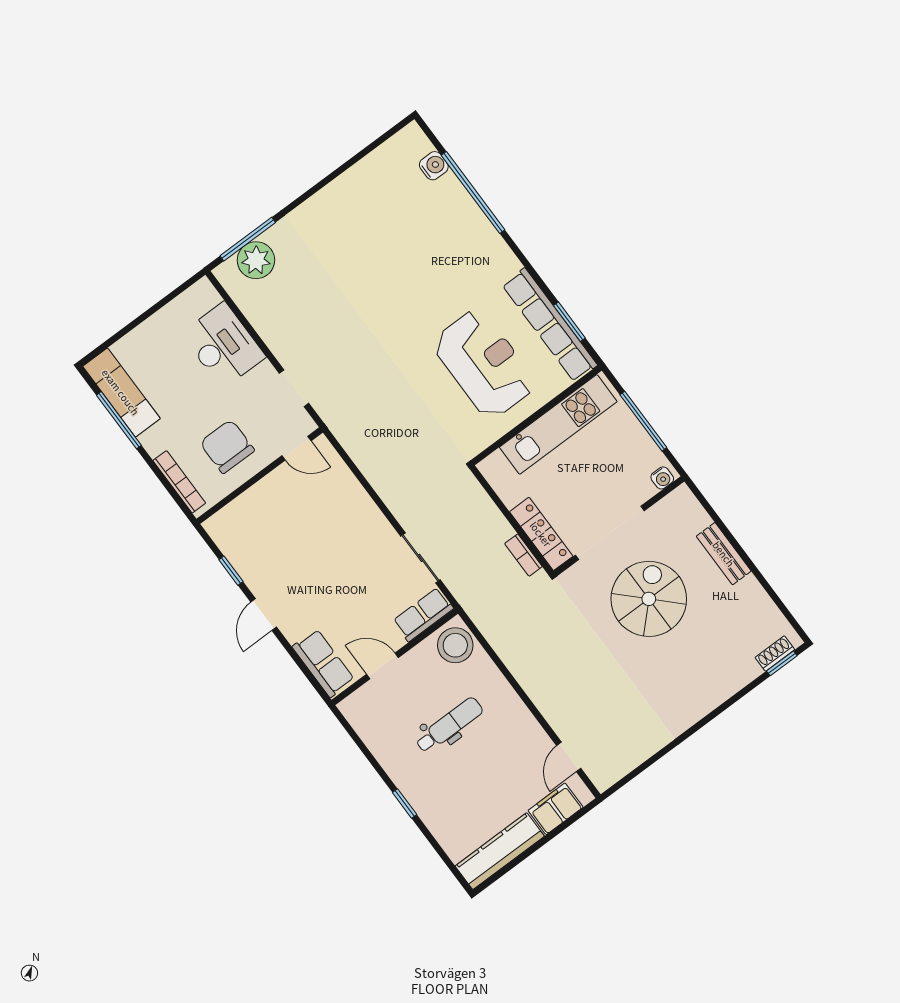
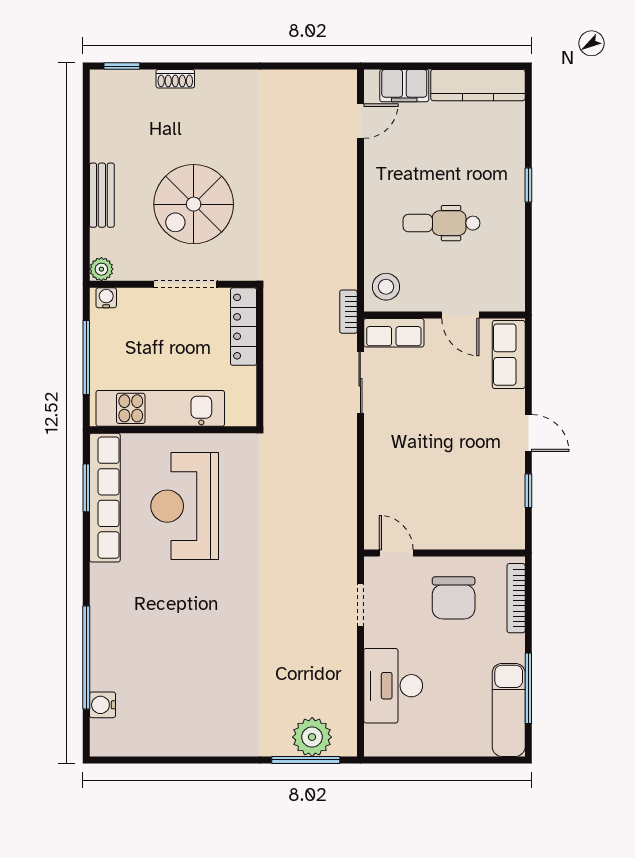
plant: (682, 497) -> (101, 269), added
doorway: (610, 533) -> (185, 284), width x0.73
bookcase: (523, 555) -> (348, 312), moved, turned 180
door: (264, 615) -> (528, 433), hinge flipped
stool: (455, 645) -> (386, 287), width x0.73, depth x0.73
shoe rack: (775, 653) -> (175, 79), moved

